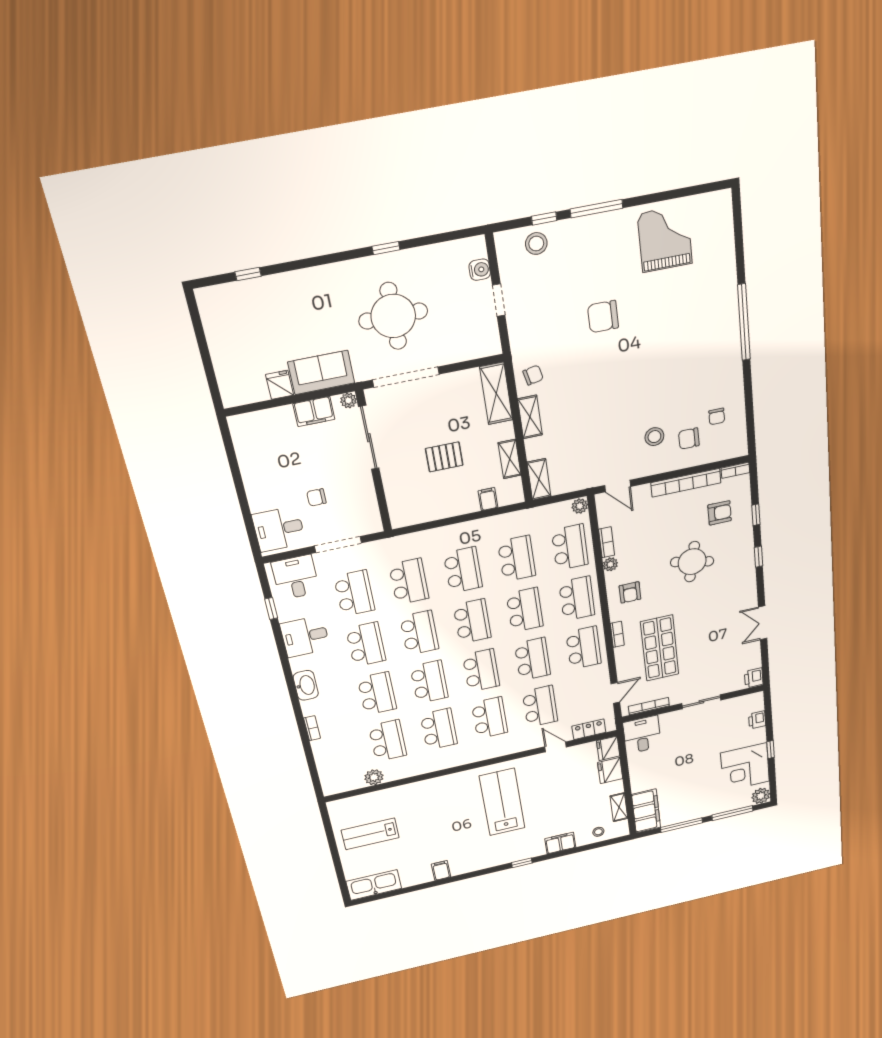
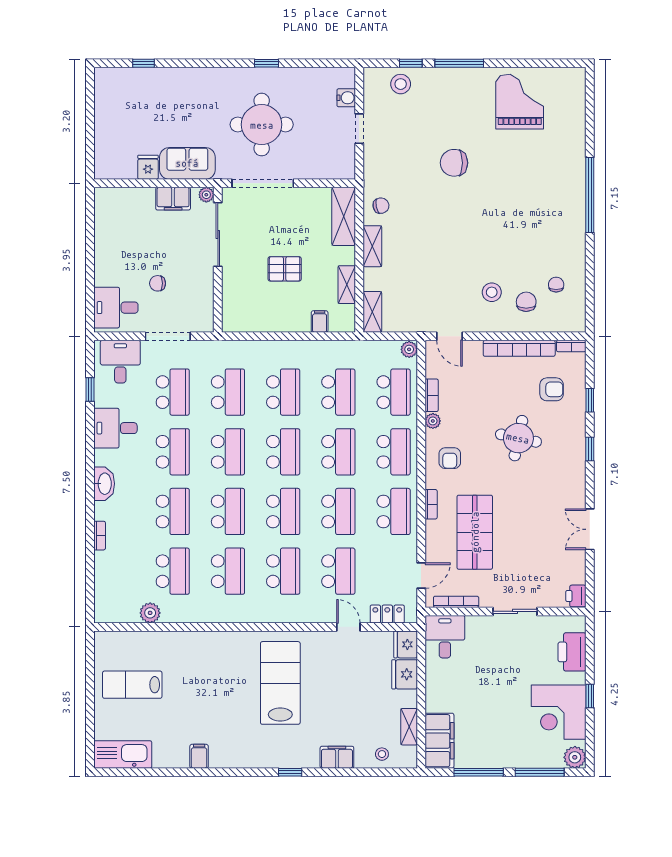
chair: (717, 416) -> (556, 285), turned 180
chair: (689, 439) -> (526, 302), turned 90
printer: (757, 720) -> (572, 652), width x1.87, depth x1.48

